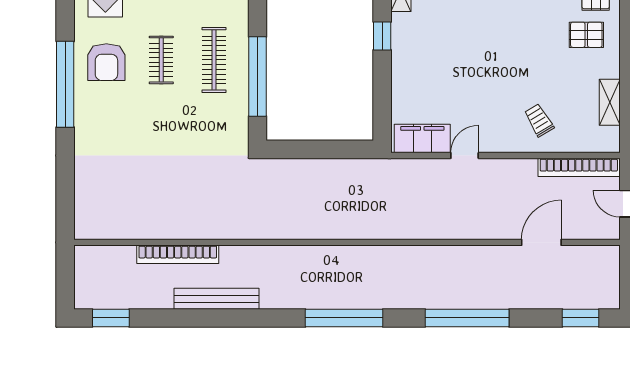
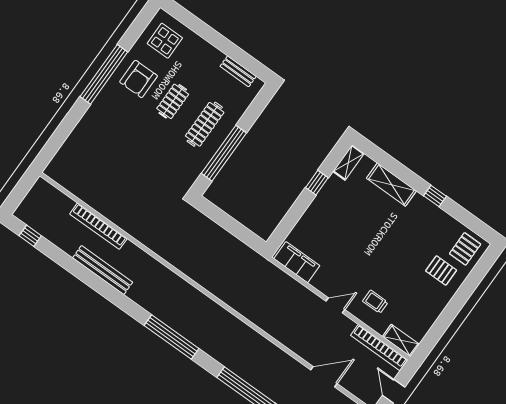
shelving: (610, 102) -> (401, 340), moved, turned 90
trolley: (539, 120) -> (375, 302), turned -59
door: (465, 156) -> (335, 305), moved
window: (111, 318) -> (30, 236), width x0.67

